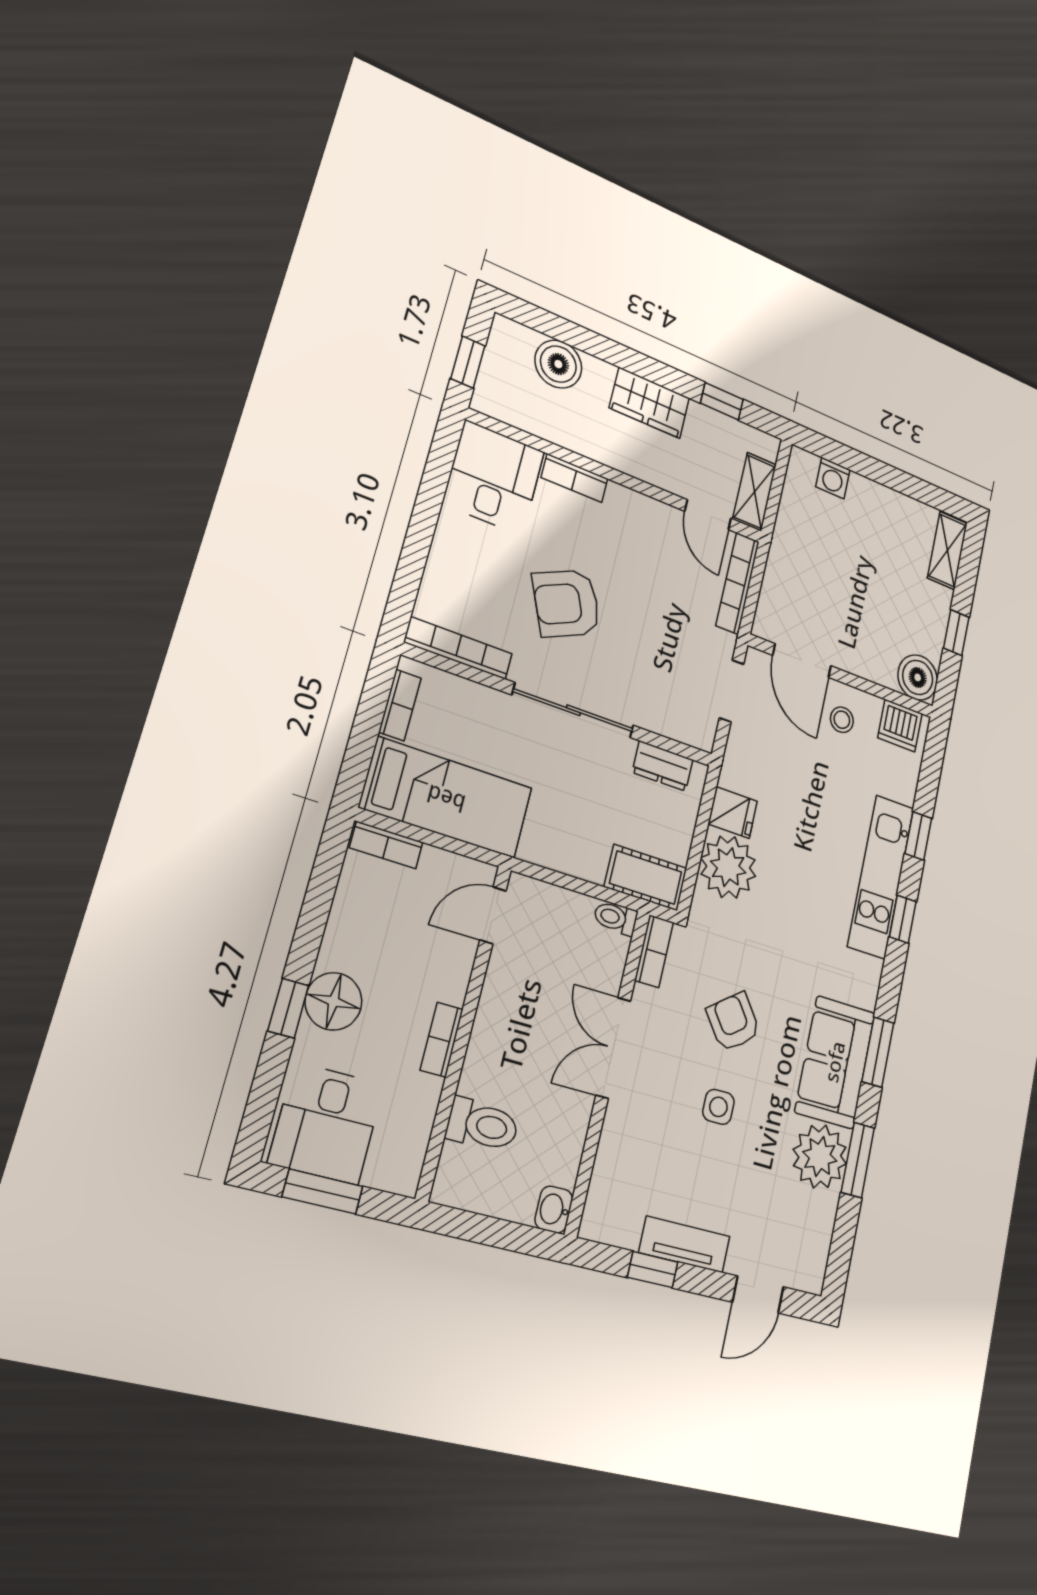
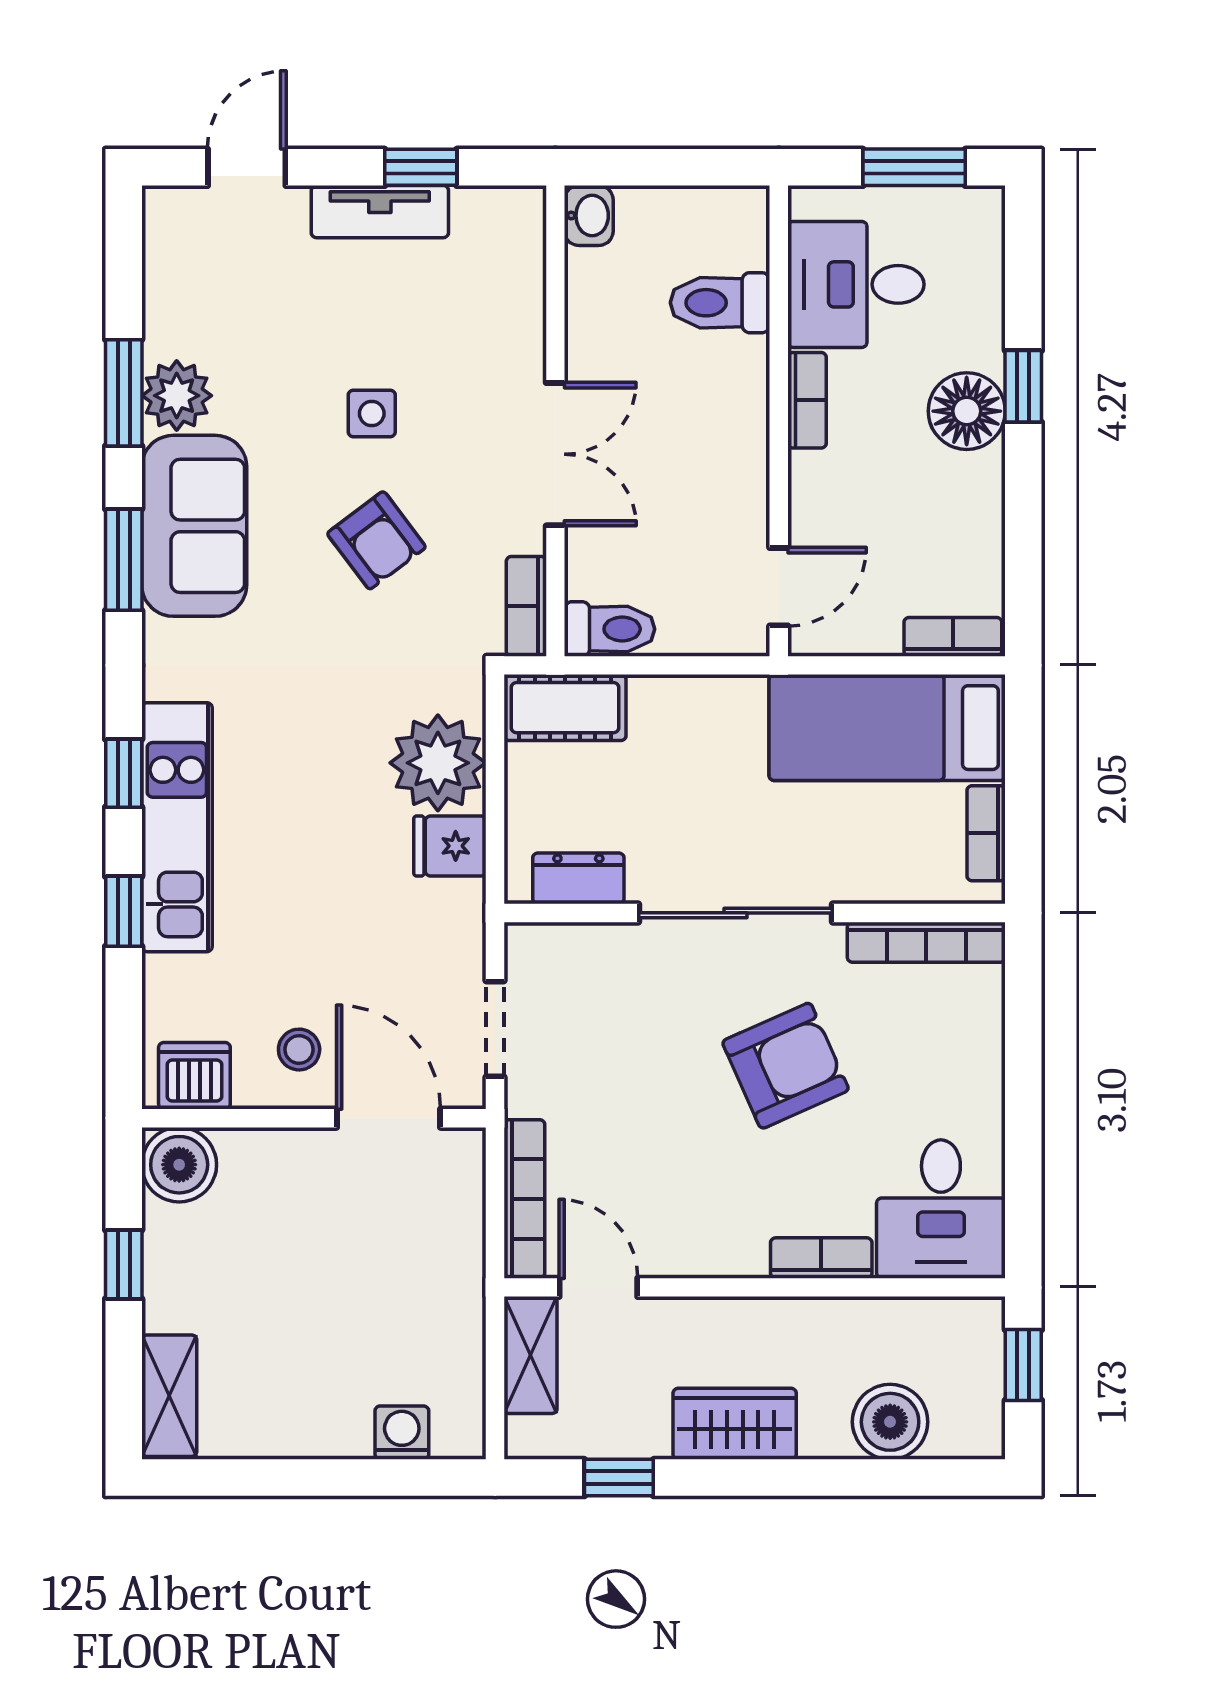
toilet: (616, 918) -> (609, 629), width x1.37, depth x1.39
desk: (326, 1123) -> (856, 284), moved, turned -90
plant: (820, 1156) -> (177, 396), width x0.73, depth x0.73

